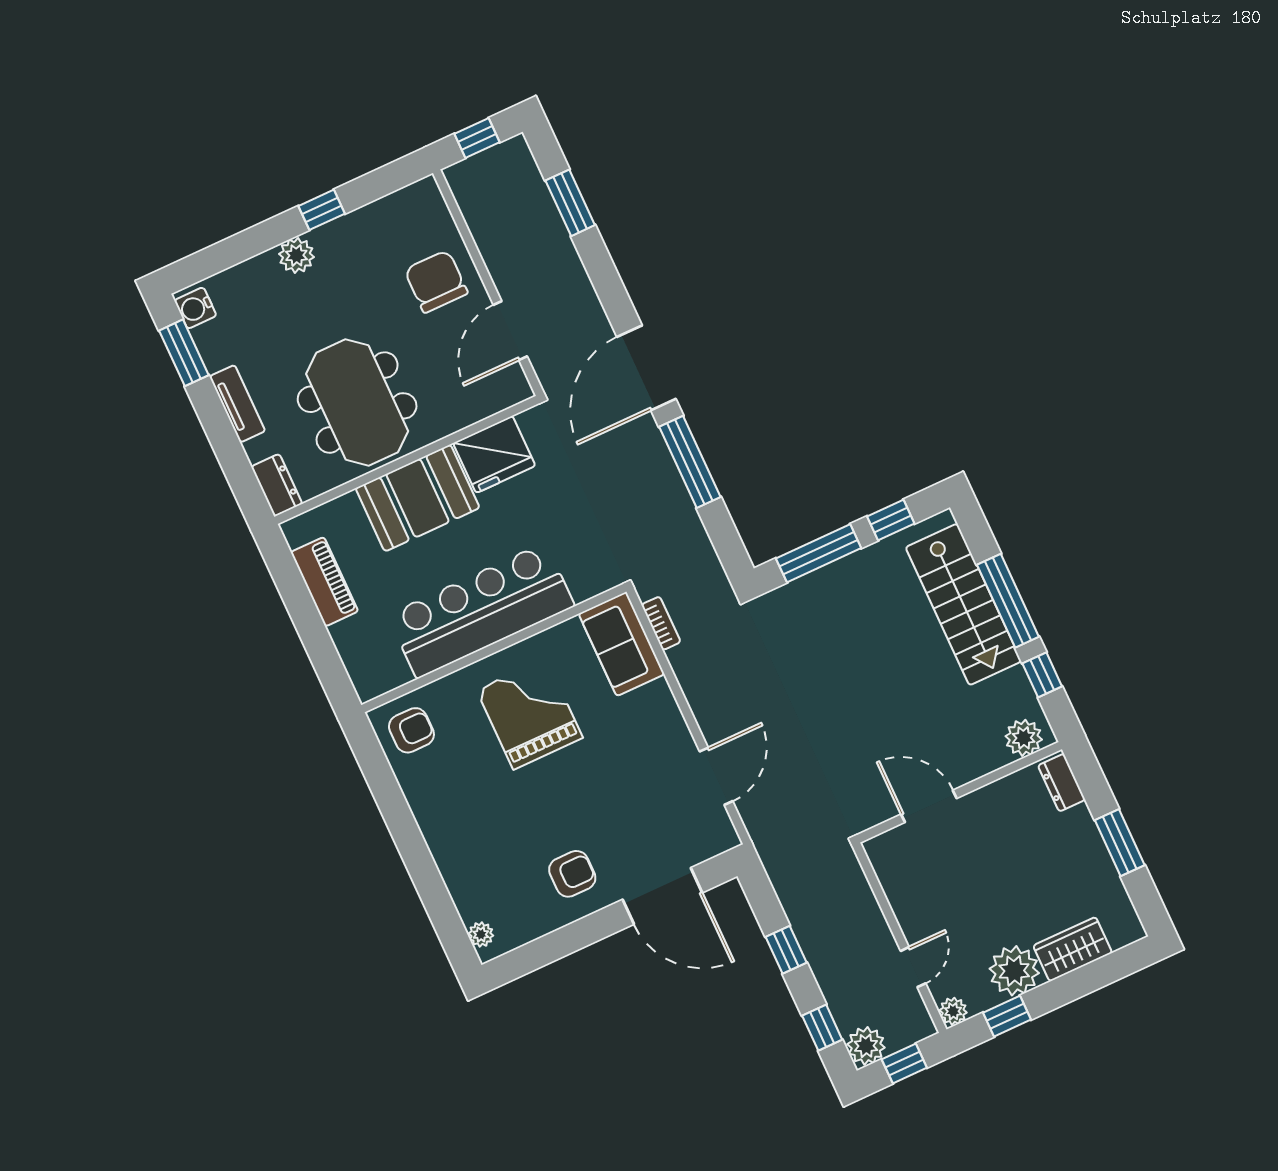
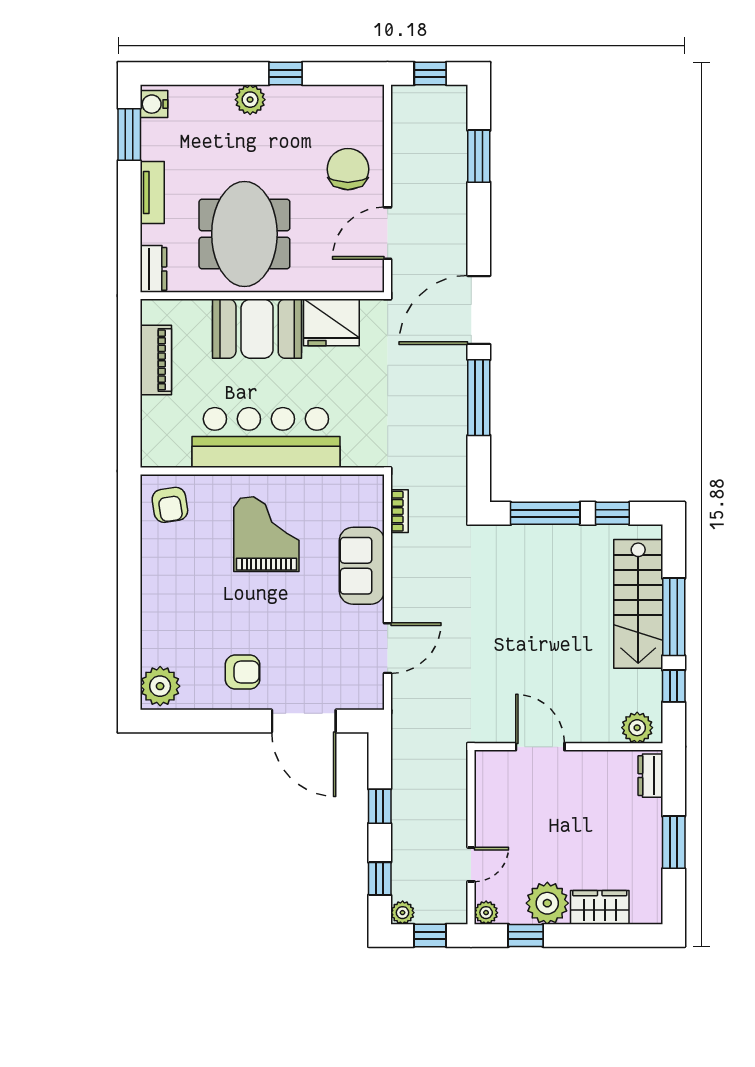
sofa: (622, 644) -> (362, 566), moved
armchair: (411, 730) -> (170, 505), turned 81
plant: (481, 934) -> (160, 686), width x1.87, depth x1.87
plant: (866, 1046) -> (403, 913), width x0.73, depth x0.73

